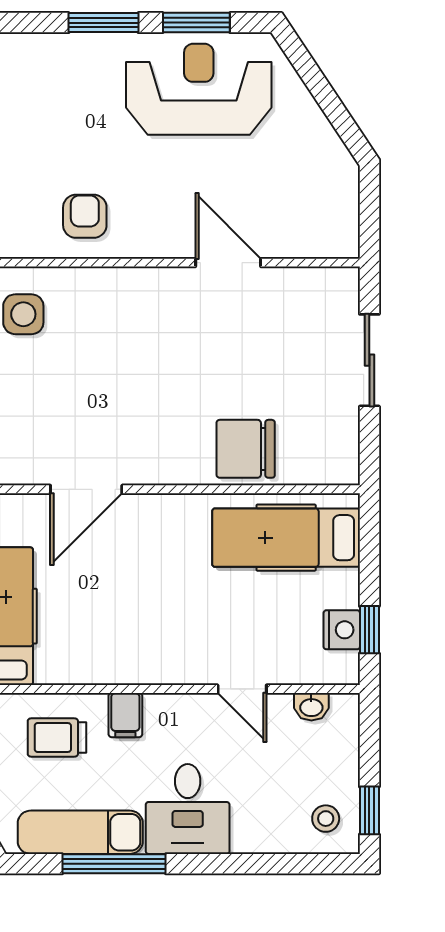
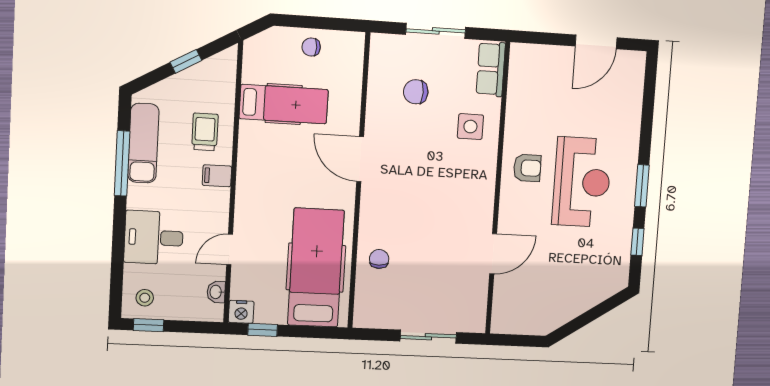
window: (196, 23) -> (637, 242), width x0.67
reception desk: (199, 89) -> (582, 182), moved
chair: (246, 449) -> (379, 259), width x0.54, depth x0.54
hospital bed: (286, 538) -> (316, 268), width x1.37, depth x1.29
nightstand: (342, 630) -> (241, 312), moved
desk: (188, 809) -> (154, 238), moved

